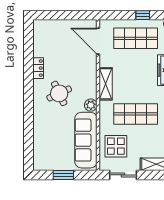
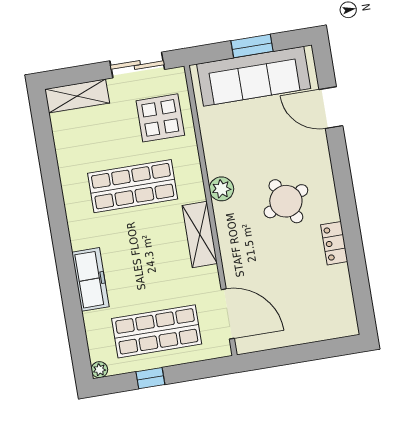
door: (28, 137) -> (331, 108), added
sofa: (86, 140) -> (254, 76), moved, turned 90

